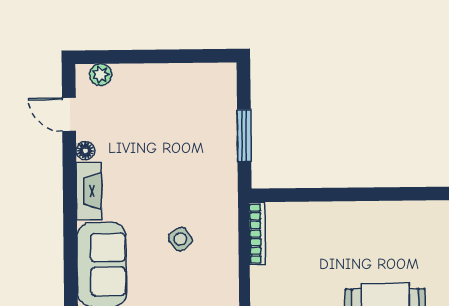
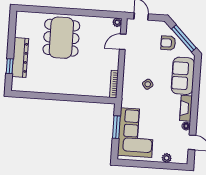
plant: (101, 75) -> (167, 158), moved
corner sofa: (198, 127) -> (136, 133), added

